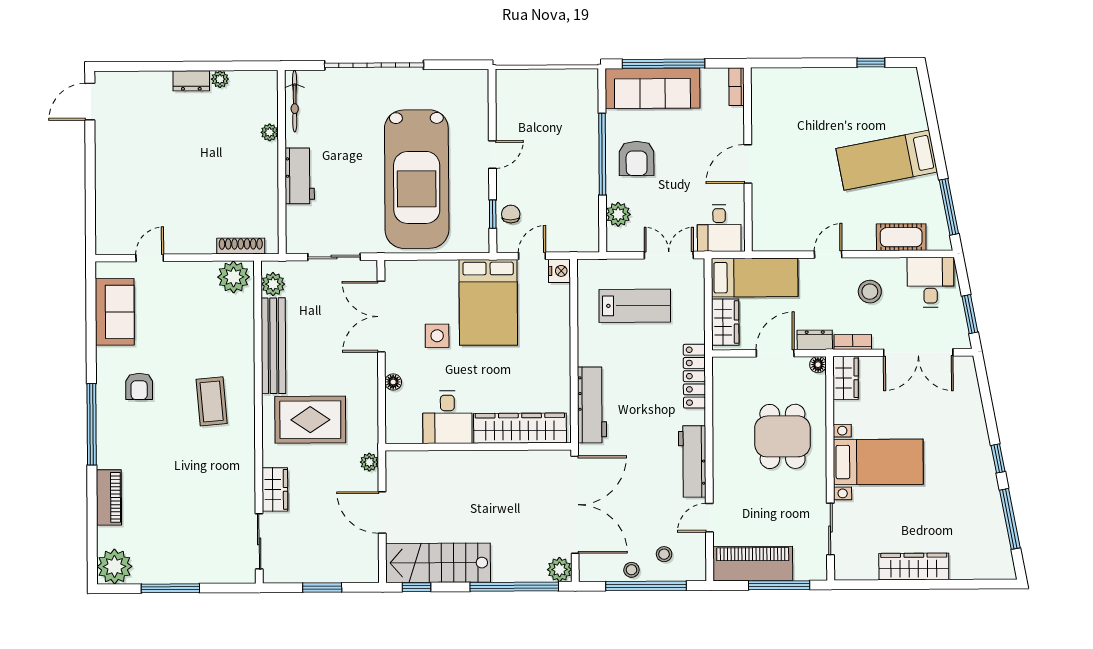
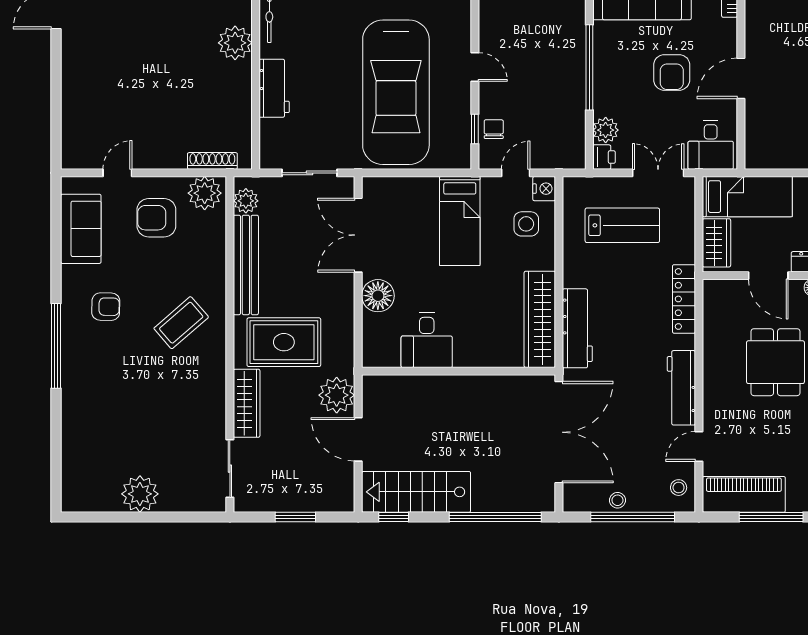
plant: (270, 132) -> (235, 43), width x1.88, depth x1.88
door: (492, 154) -> (475, 67), hinge flipped
armchair: (637, 158) -> (672, 72), moved
printer: (617, 240) -> (604, 157), added
armchair: (187, 301) -> (156, 218), added
bed: (488, 302) -> (460, 221), width x0.67
side table: (437, 336) -> (526, 224), moved
door: (775, 353) -> (768, 276), swing flipped
floor lamp: (393, 382) -> (378, 296), width x1.89, depth x1.89
armchair: (139, 386) -> (106, 307), turned -89
coffee table: (212, 401) -> (181, 323), turned 54
wardrobe: (520, 428) -> (540, 319), moved, turned -90
plant: (369, 462) -> (337, 395), width x1.87, depth x1.87
wardrobe: (275, 489) -> (247, 403), width x1.50
piano: (109, 497) -> (74, 422), removed
stool: (664, 554) -> (679, 488), moved
plant: (114, 566) -> (140, 494), moved
plant: (560, 570) -> (543, 500), removed
window: (170, 588) -> (137, 517), removed

